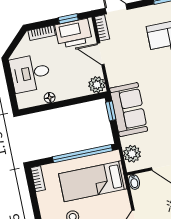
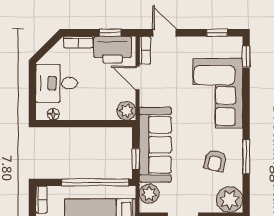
floor lamp: (50, 98) -> (53, 114), moved
sofa: (129, 110) -> (155, 145), width x1.36
window: (111, 111) -> (136, 159), moved

